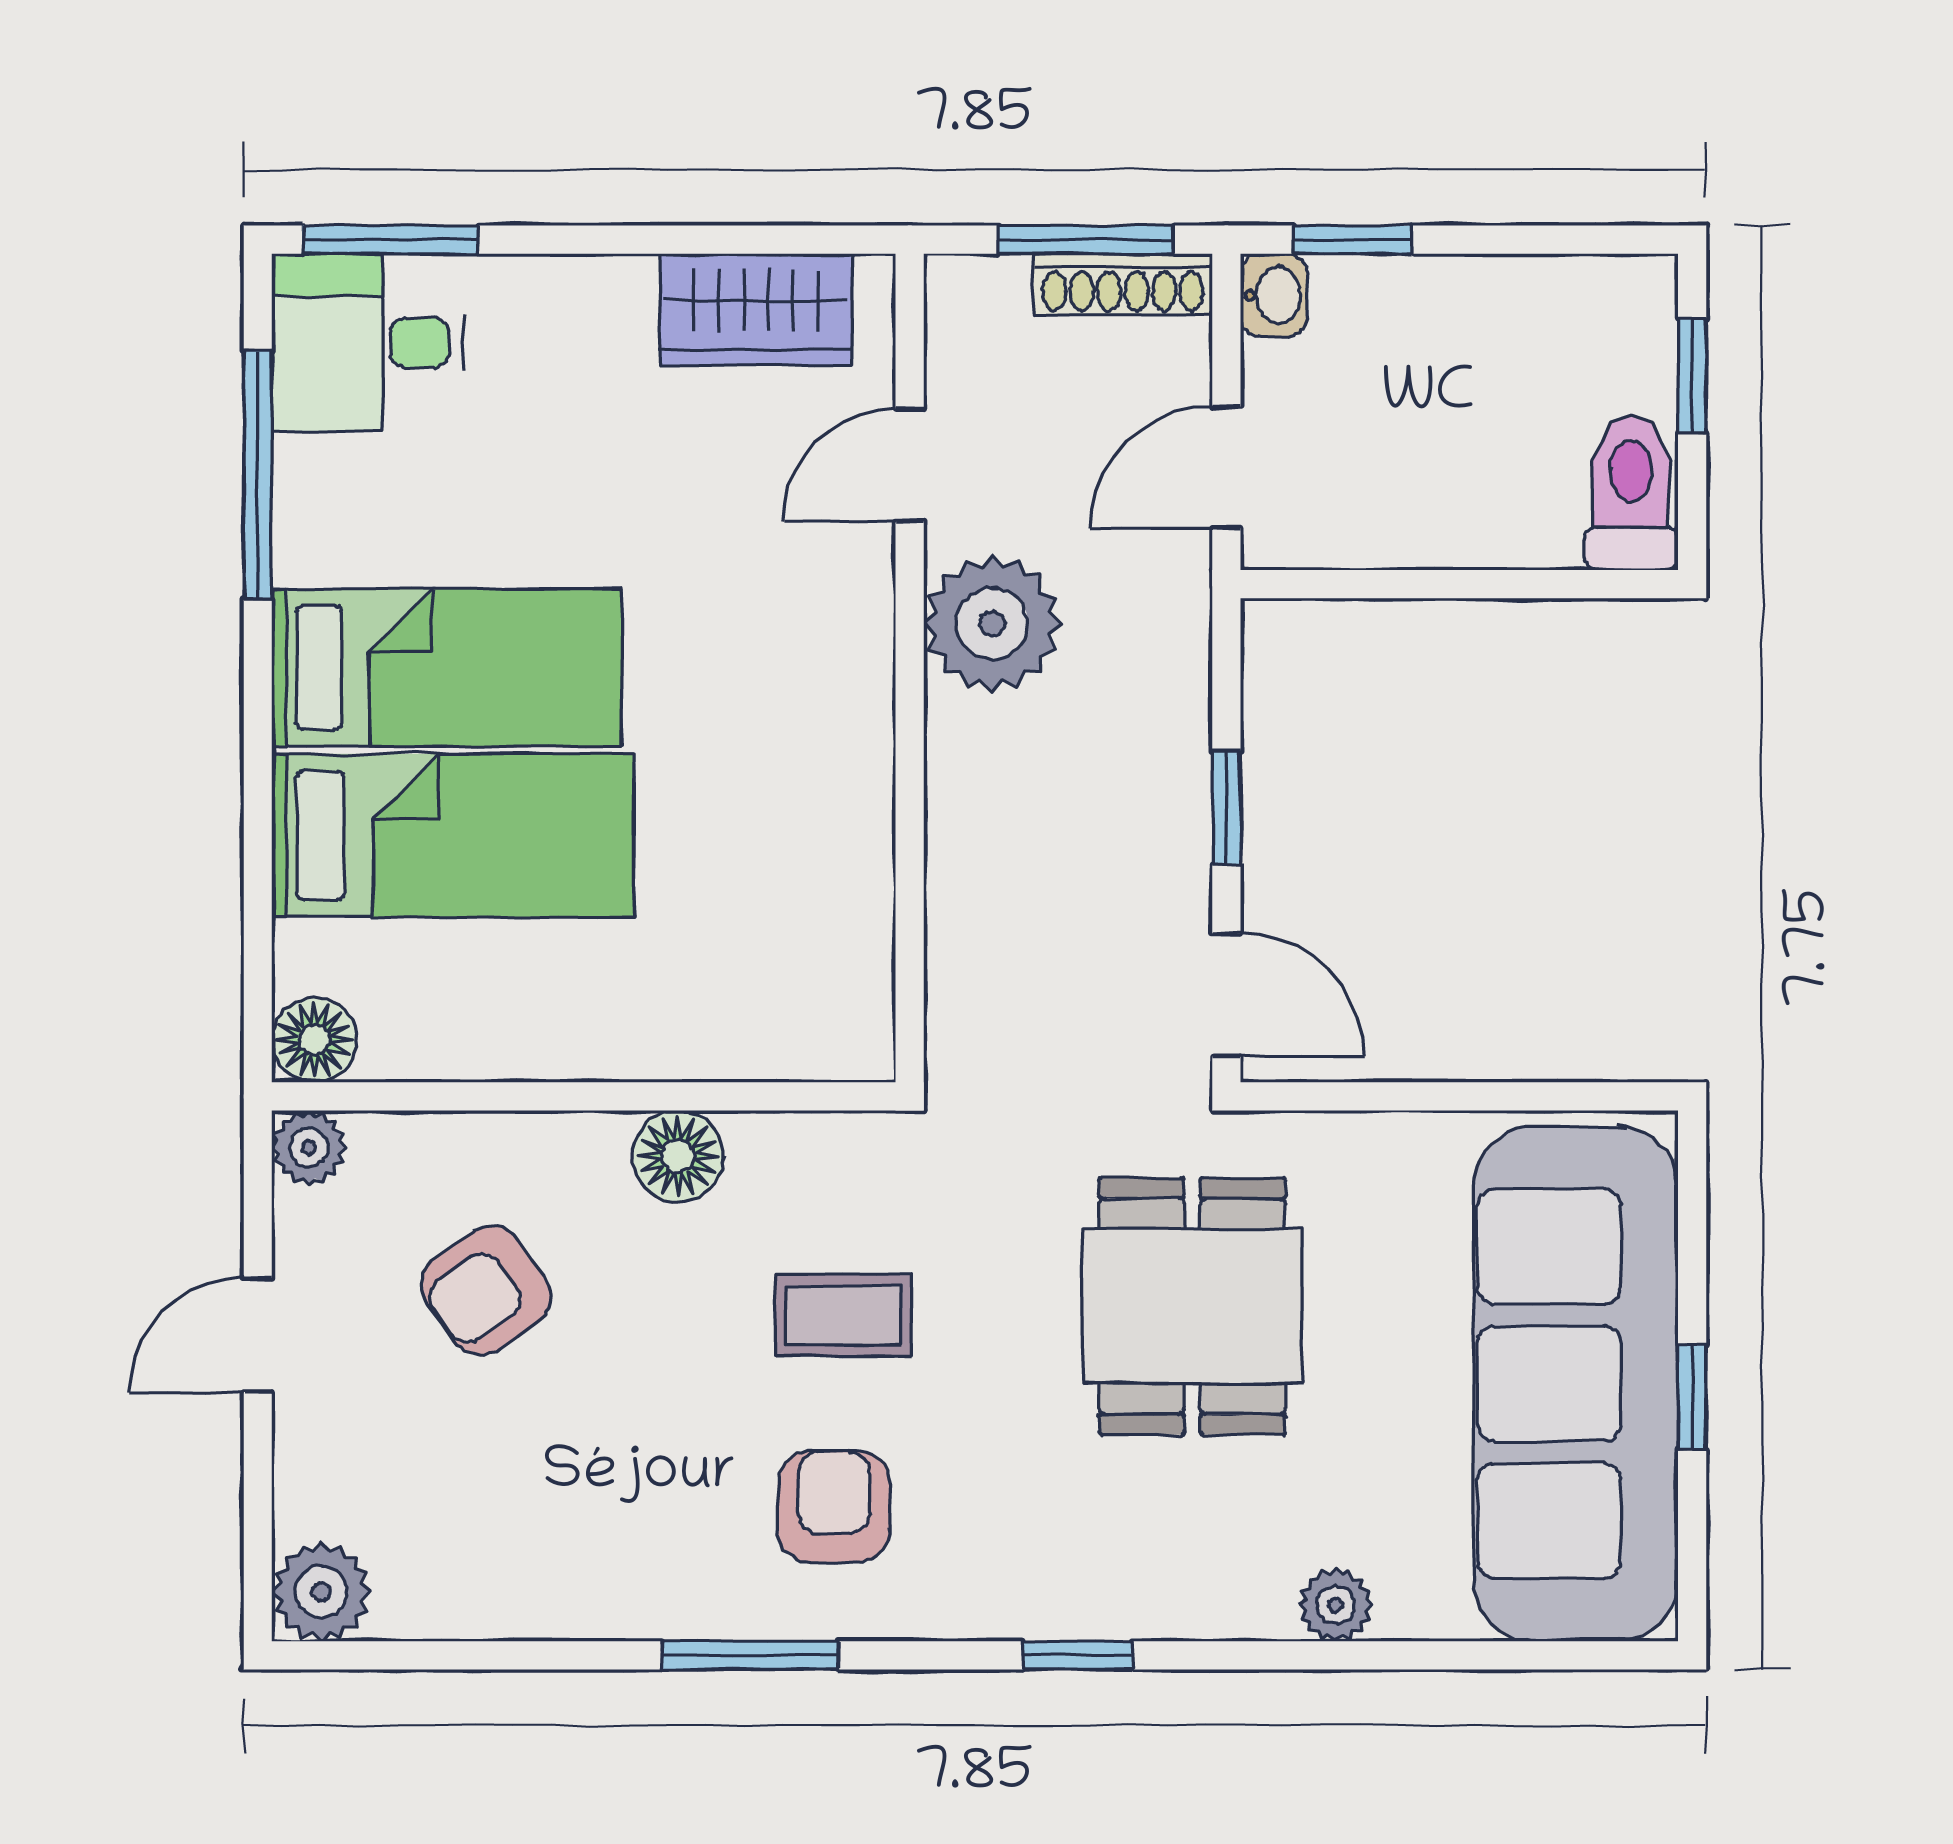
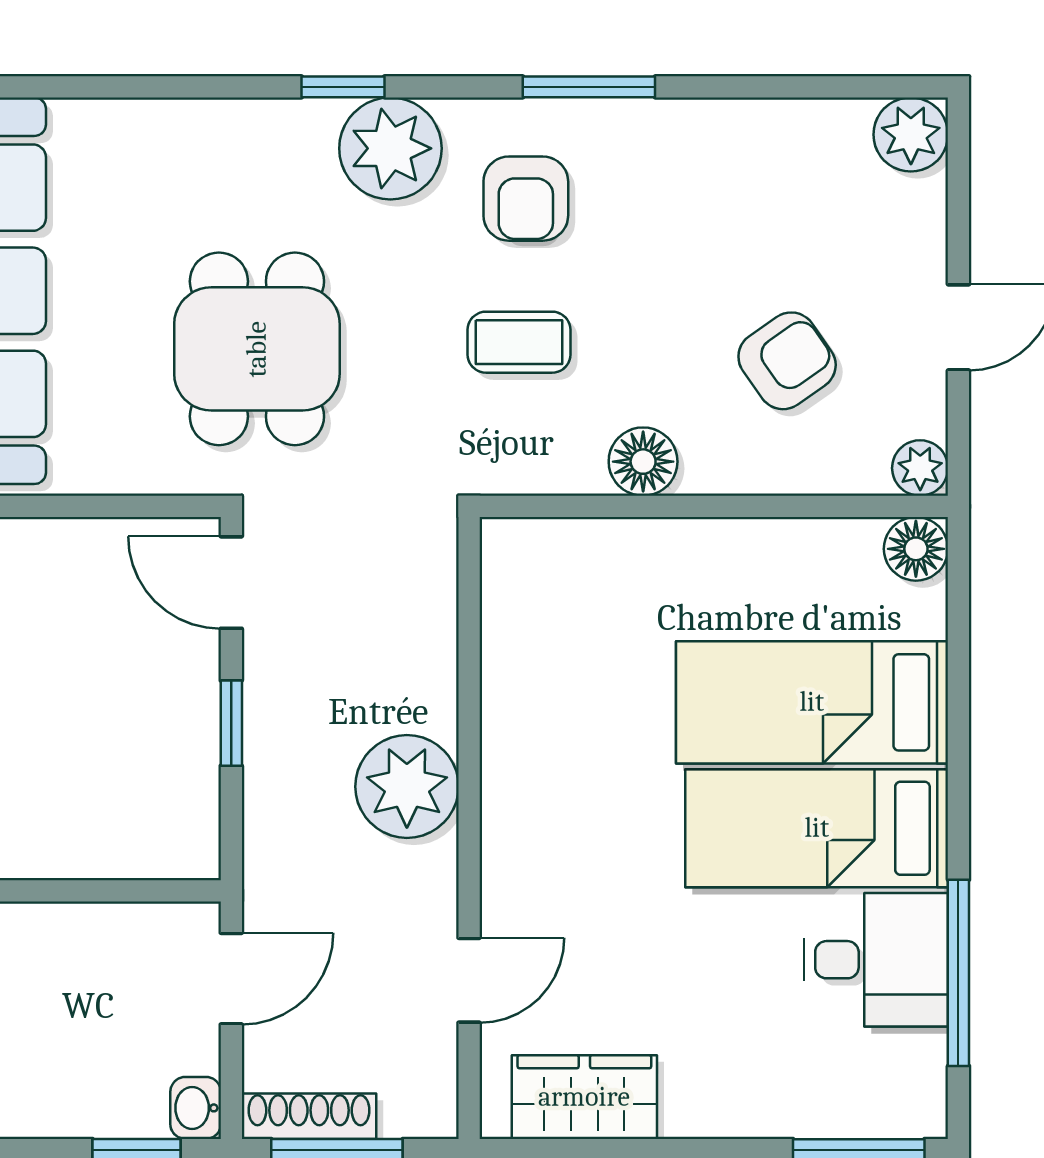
desk: (368, 343) -> (876, 960), moved
plant: (992, 624) -> (407, 787), moved
plant: (1336, 1605) -> (390, 148), moved, width x1.88, depth x1.88

